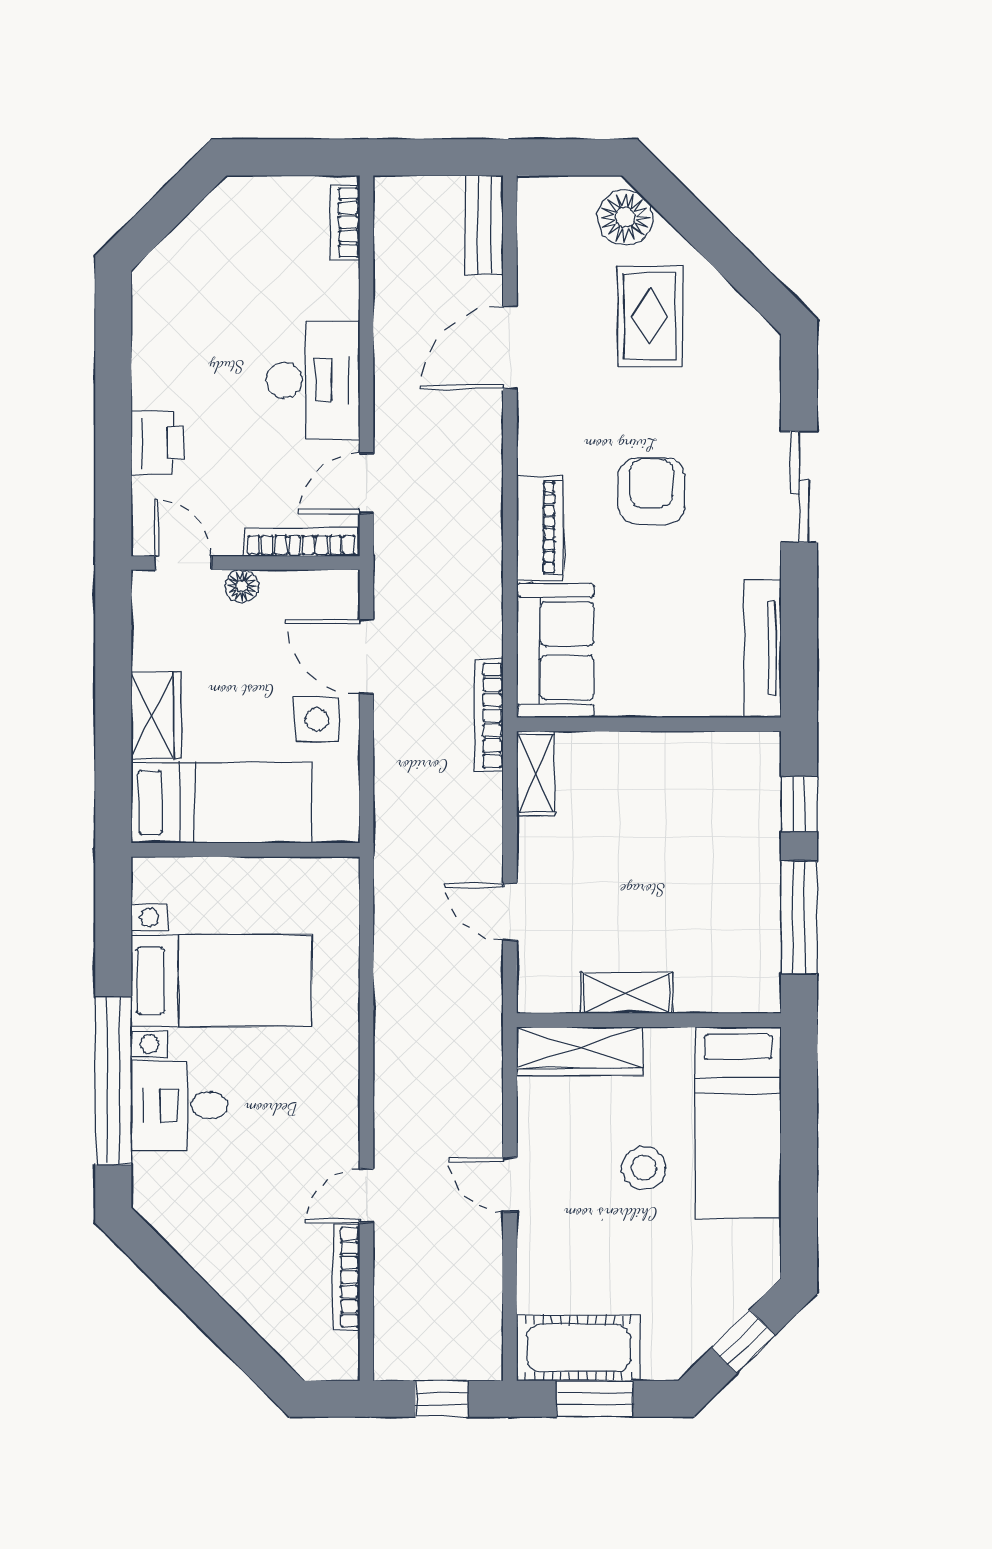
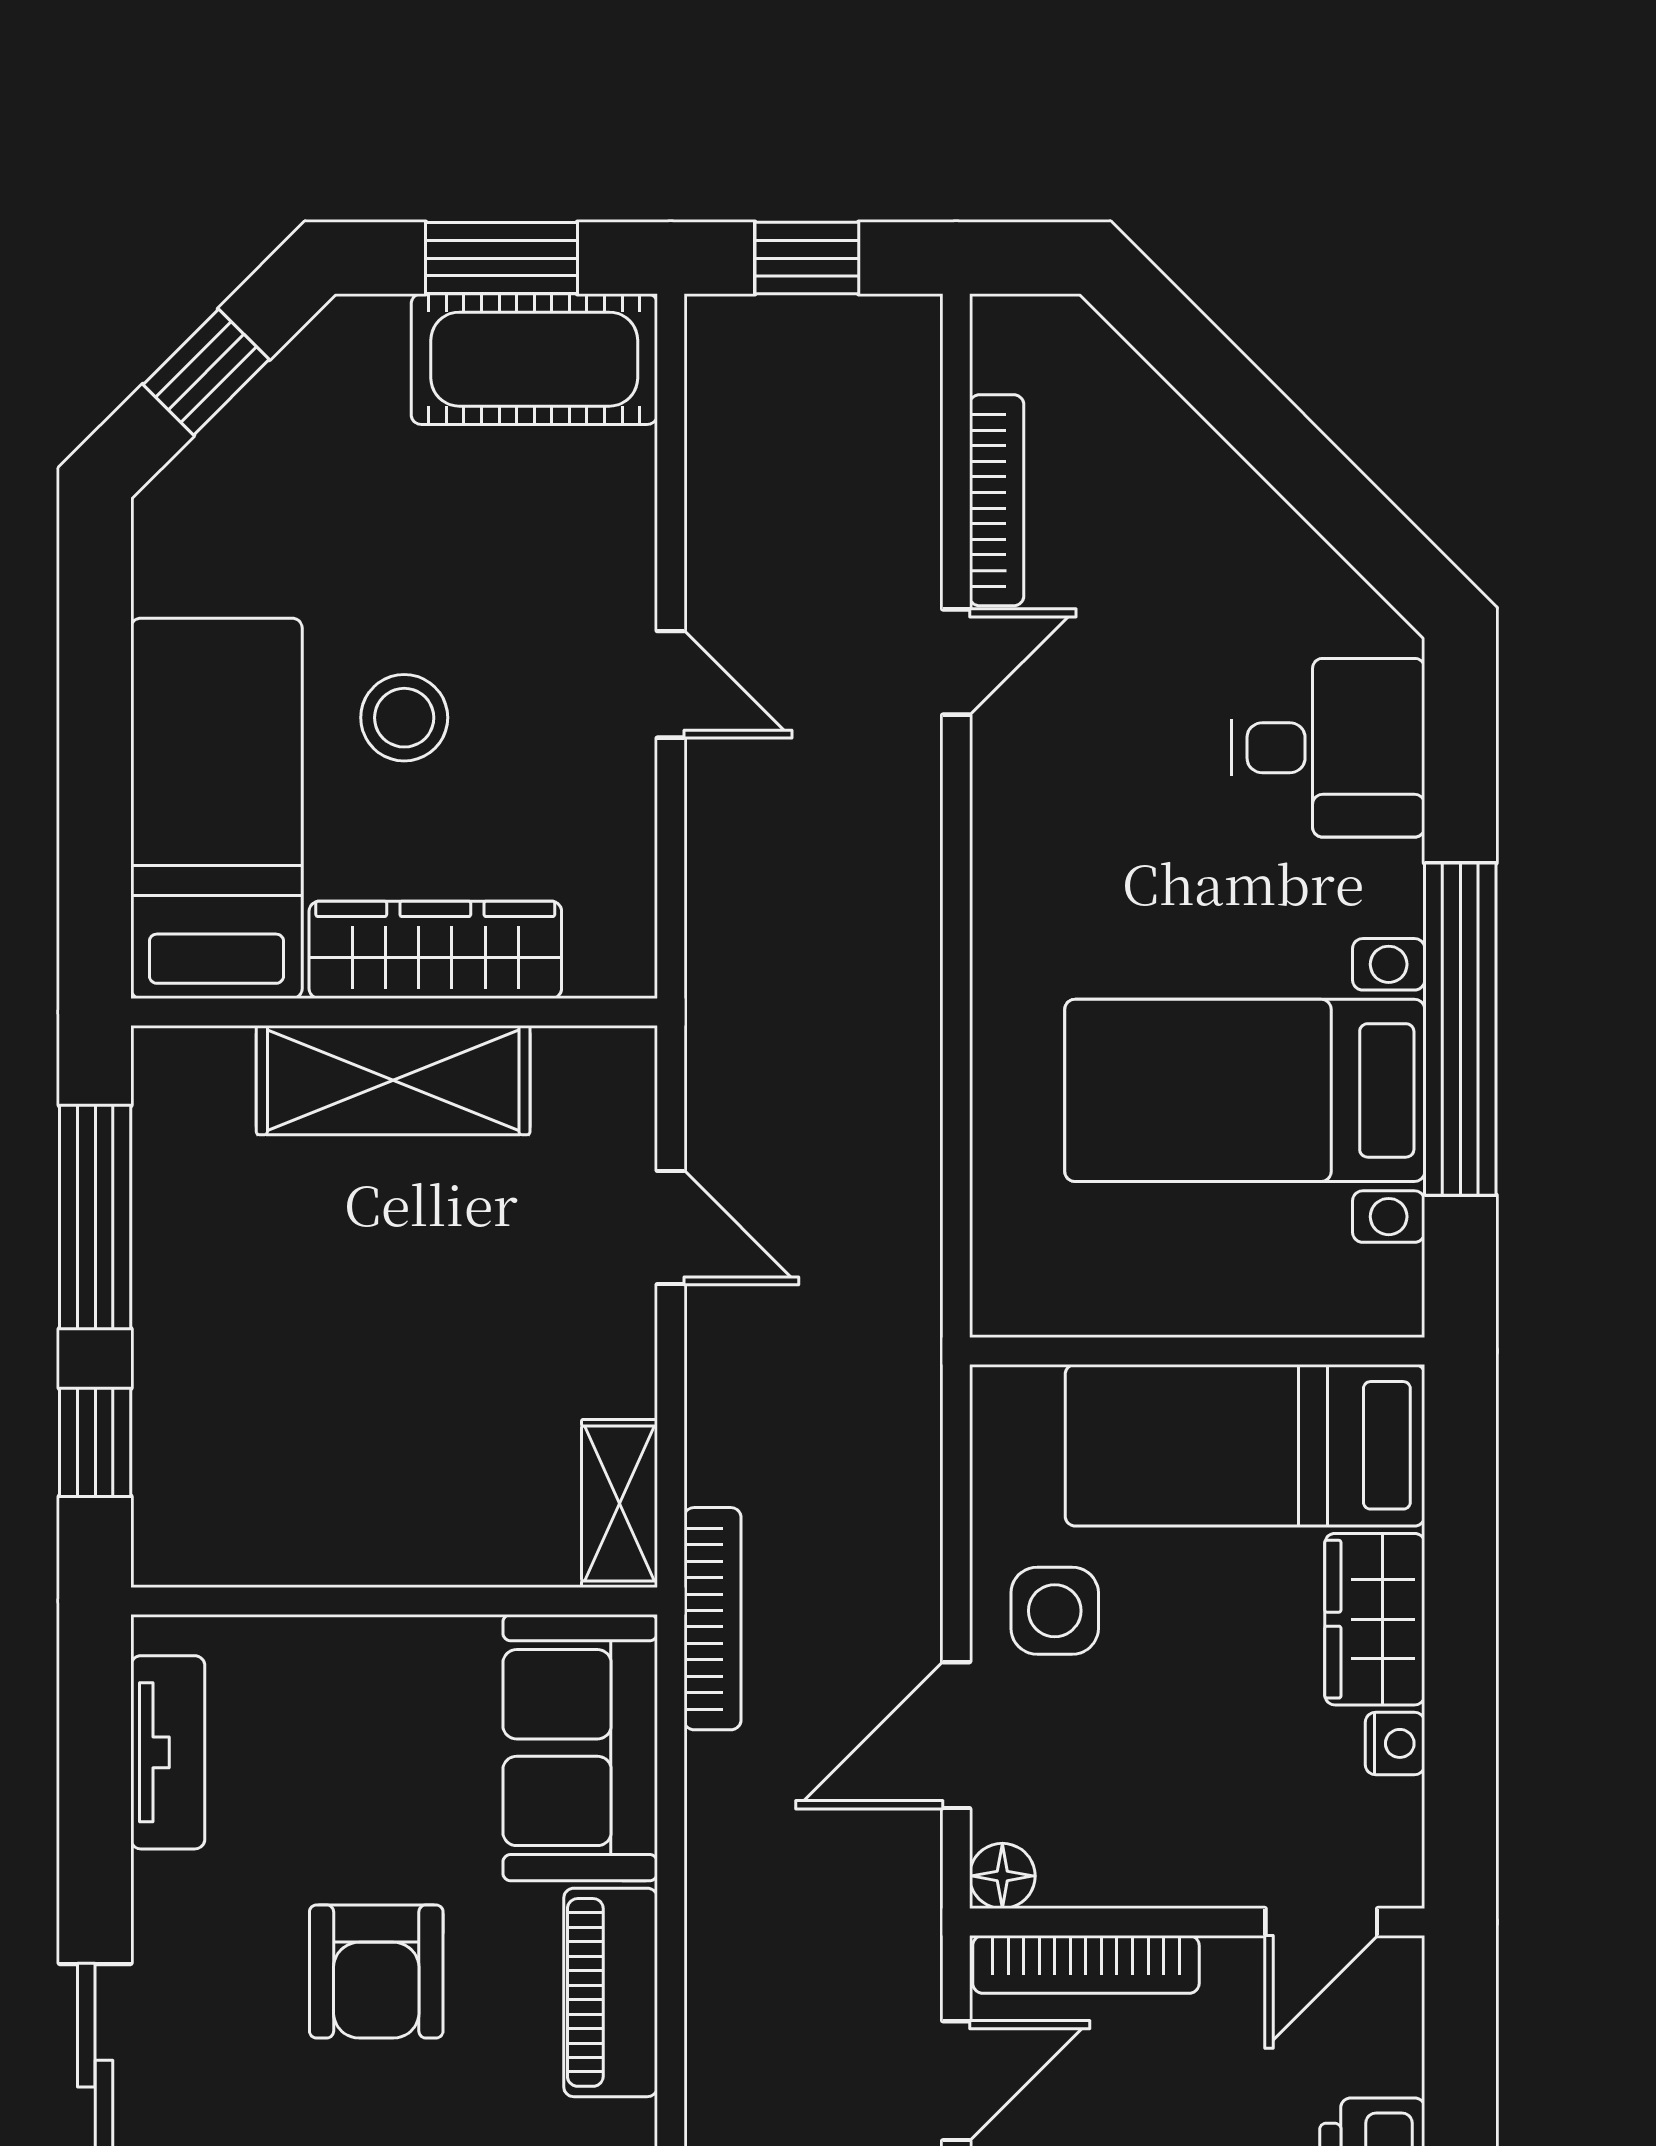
armchair: (652, 491) -> (376, 1971), moved
door: (183, 563) -> (1321, 1922), hinge flipped
floor lamp: (242, 586) -> (1002, 1876), moved
tv unit: (762, 648) -> (168, 1752), width x0.71
nightstand: (146, 653) -> (1395, 1743), added
door: (367, 657) -> (956, 1735), swing flipped
shelving: (626, 993) -> (393, 1080), width x1.50, depth x1.33
wardrobe: (580, 1051) -> (435, 950), moved
window: (113, 1081) -> (1460, 1029), moved
desk: (180, 1106) -> (1328, 748), moved

